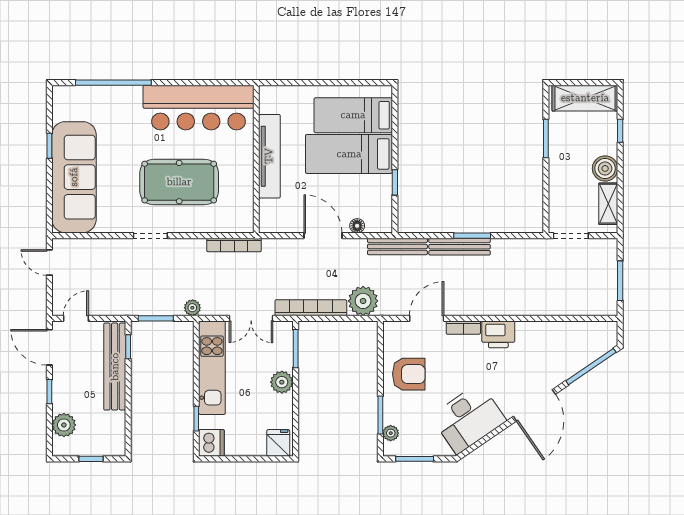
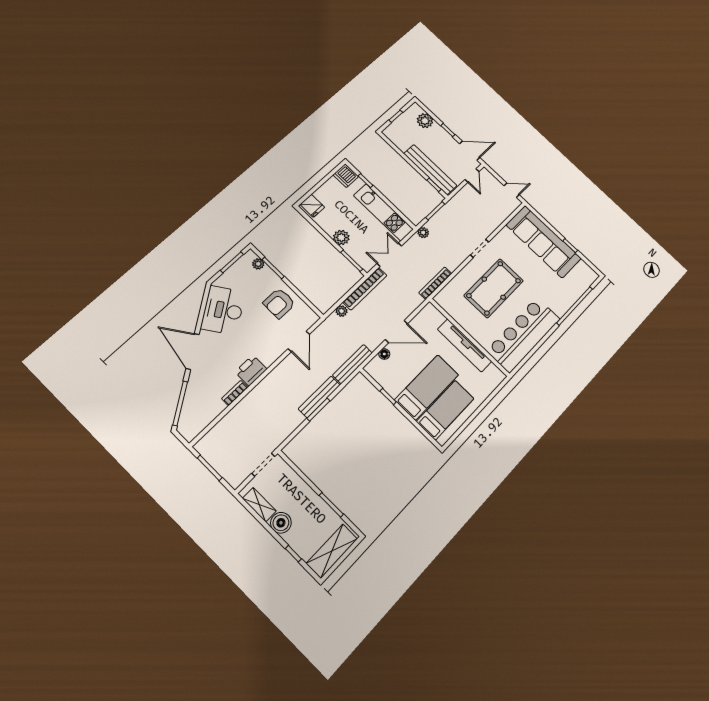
plant: (363, 301) -> (342, 311), width x0.53, depth x0.53
bookcase: (463, 328) -> (235, 393), moved

